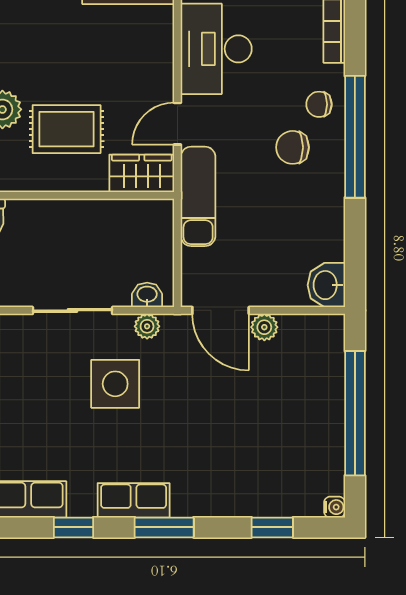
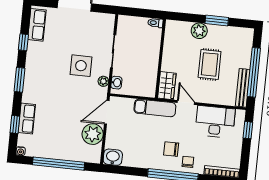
rug: (67, 129) -> (210, 64), moved
chair: (292, 147) -> (171, 149), turned -90
plant: (264, 327) -> (93, 134), width x1.88, depth x1.88
row of seats: (134, 500) -> (27, 119), moved

